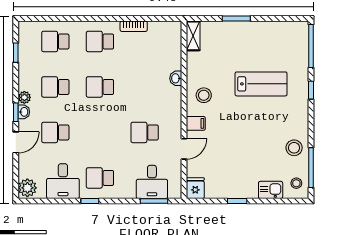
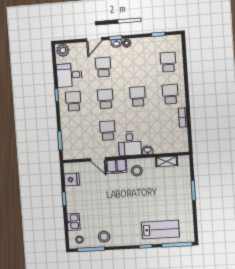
shelving: (193, 36) -> (167, 161), moved
lab bench: (261, 84) -> (160, 230), moved, turned -90
school desk: (55, 87) -> (105, 99), moved
filing cabinet: (196, 123) -> (116, 166), width x2.00
door: (16, 142) -> (94, 39), hinge flipped
desk: (152, 182) -> (130, 144), moved, turned -90
fridge: (195, 188) -> (72, 180), moved

